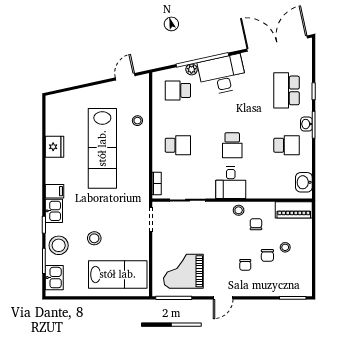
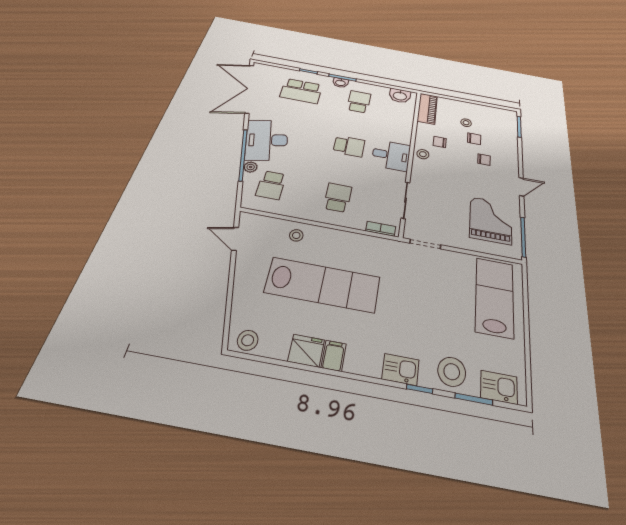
filing cabinet: (55, 191) -> (334, 356), moved
stool: (94, 238) -> (248, 340), moved
grand piano: (183, 271) -> (491, 220), turned 180
door: (223, 298) -> (521, 187), hinge flipped

